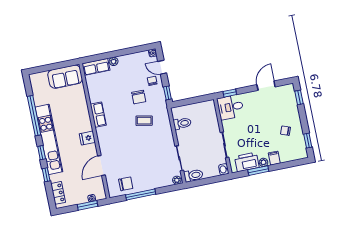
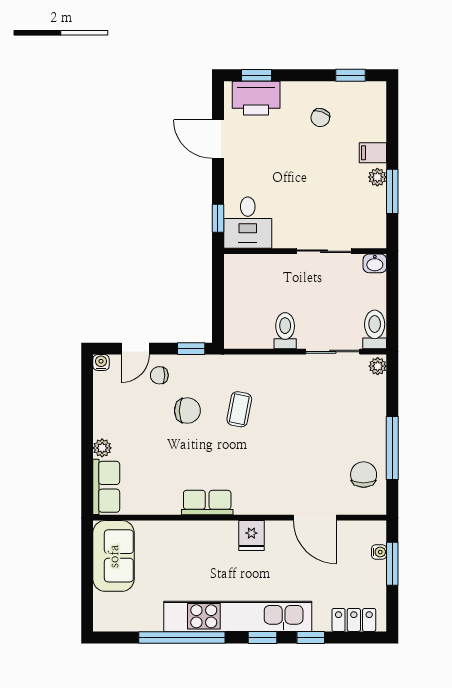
toilet: (182, 123) -> (285, 331), moved
printer: (247, 162) -> (256, 98), moved, turned -90

